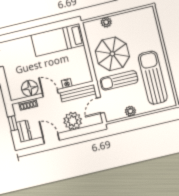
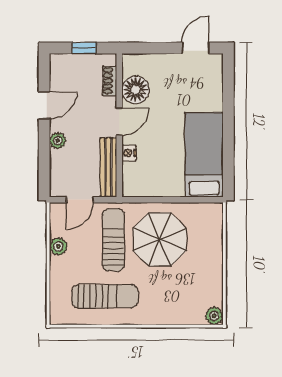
plant: (106, 22) -> (214, 316), moved
sun lounger: (153, 78) -> (105, 296), width x0.73, depth x0.75
door: (101, 105) -> (80, 200), swing flipped
plant: (73, 121) -> (58, 141), width x0.53, depth x0.53
dresser: (24, 131) -> (67, 63), removed

